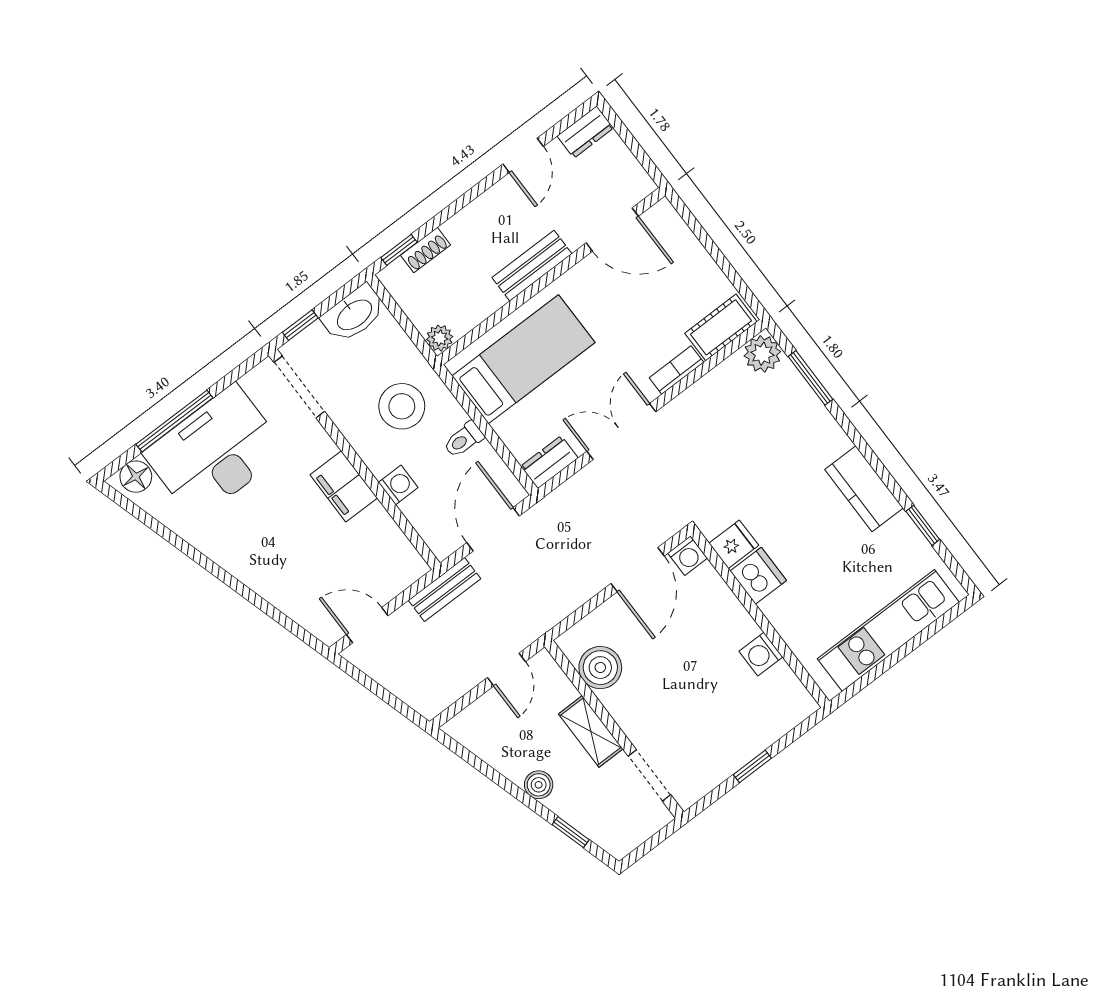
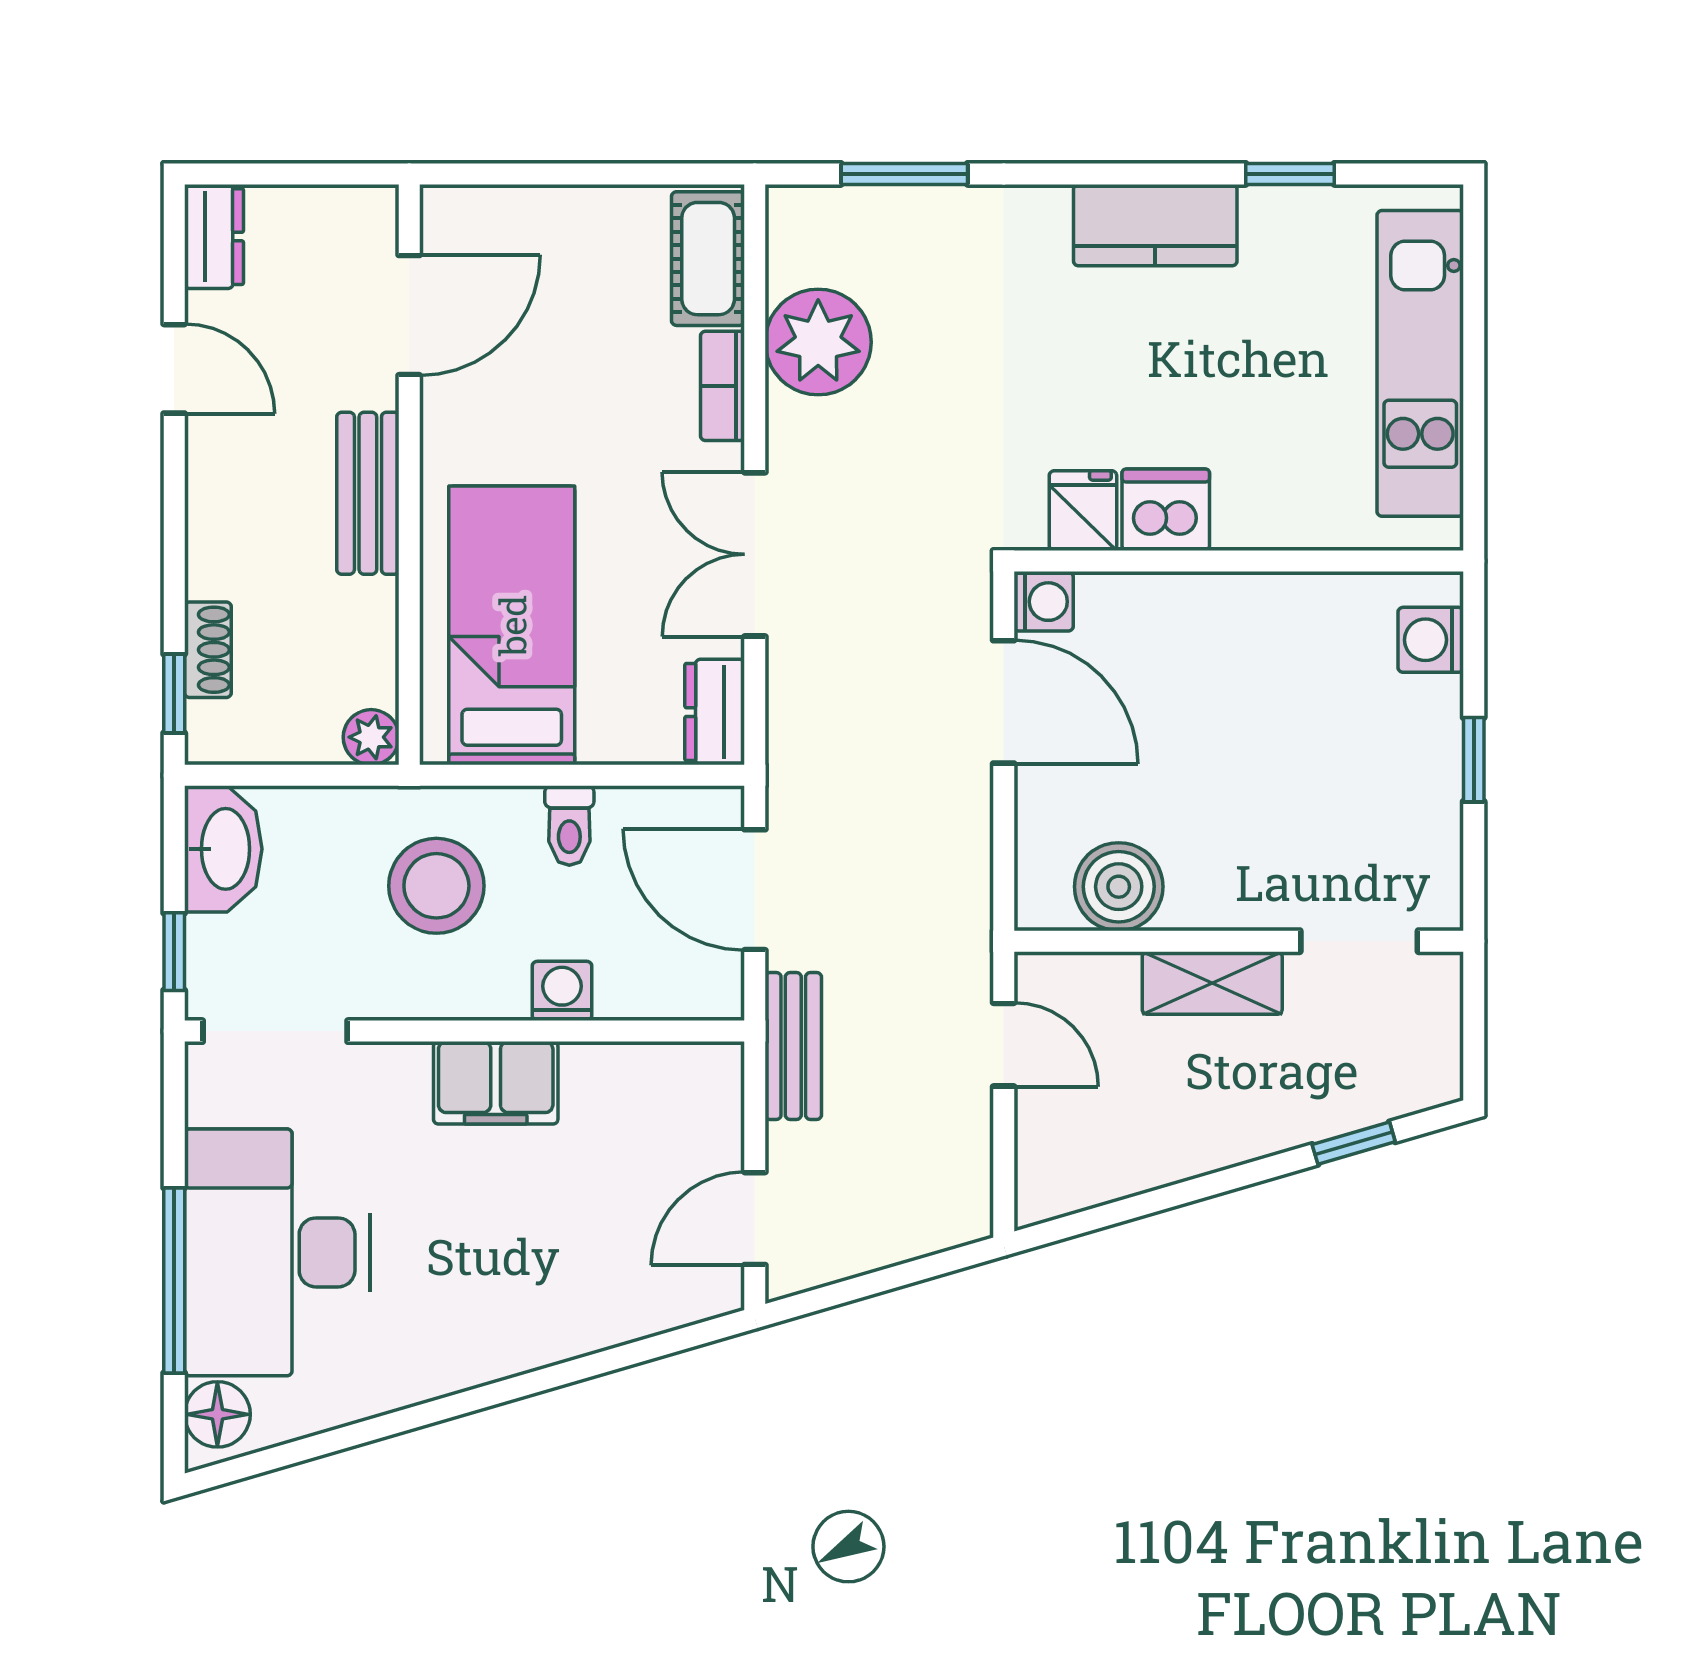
plant: (762, 354) -> (818, 342), moved, width x1.36, depth x1.36
washing machine: (761, 654) -> (1431, 640), moved, turned 90
boiler: (539, 785) -> (1235, 1136), removed

